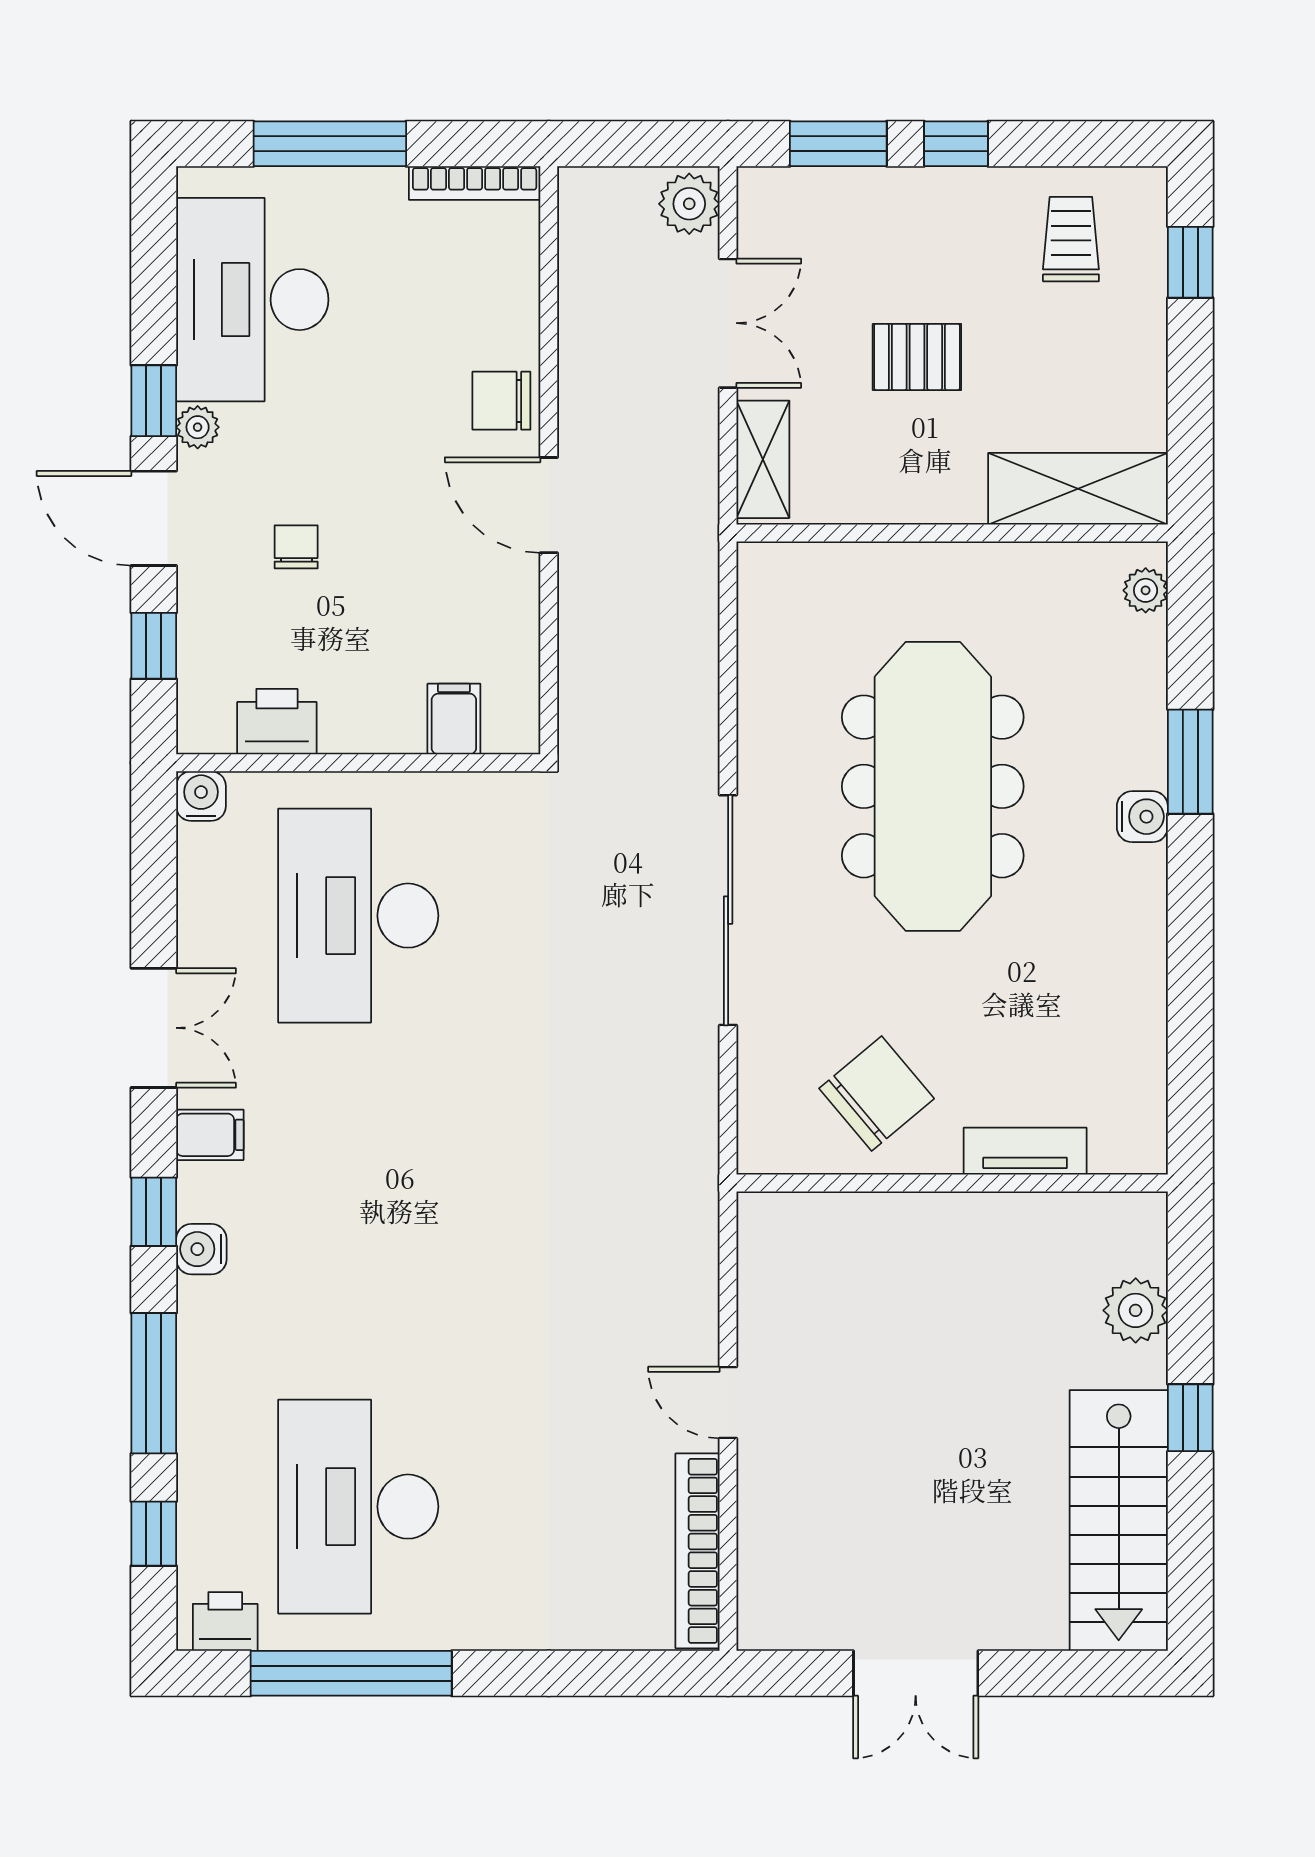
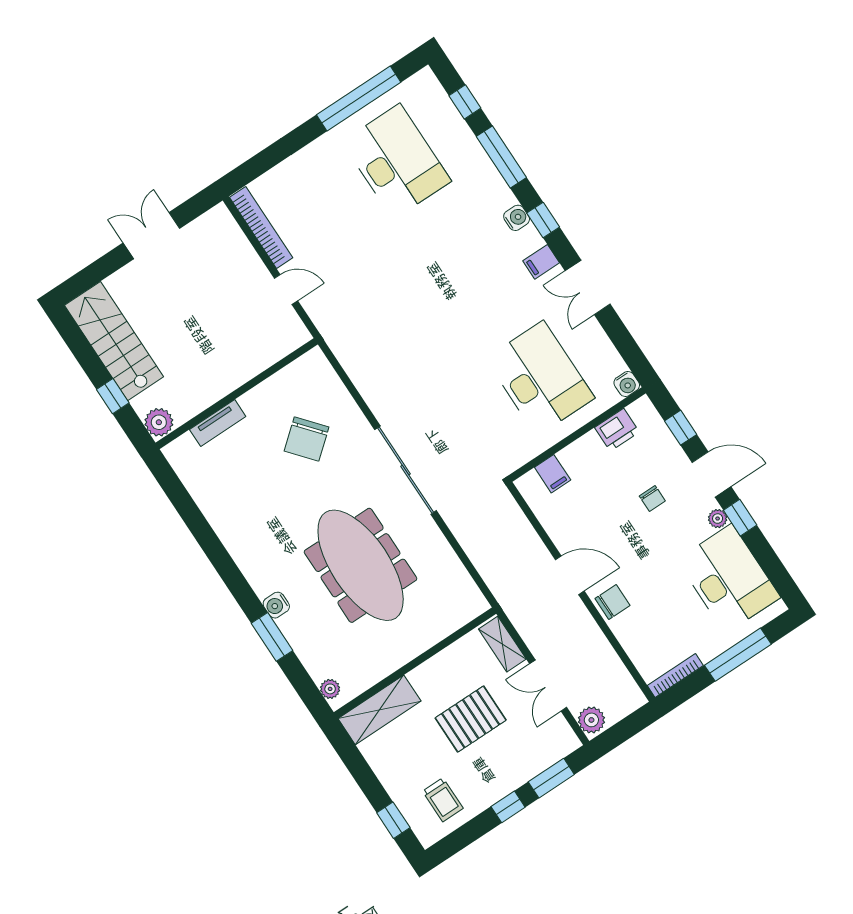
pallet: (917, 357) -> (471, 719), width x1.50, depth x1.42
tv unit: (1025, 1151) -> (218, 423), moved
wall: (952, 1183) -> (237, 394), moved
printer: (225, 1621) -> (417, 87), removed

